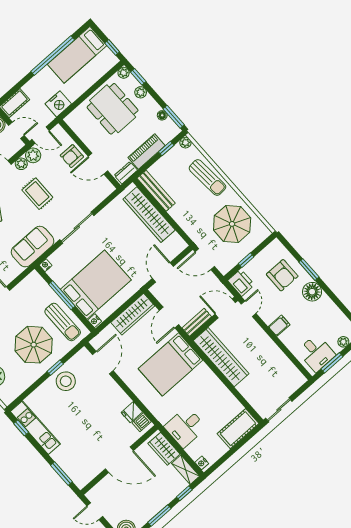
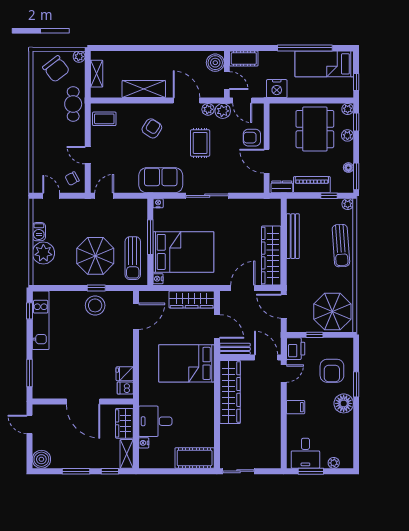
bench: (156, 191) -> (293, 236), moved
wardrobe: (149, 215) -> (271, 256), moved
parasol: (232, 224) -> (332, 312), moved
door: (169, 317) -> (217, 326), swing flipped
nightstand: (202, 463) -> (144, 443), moved

